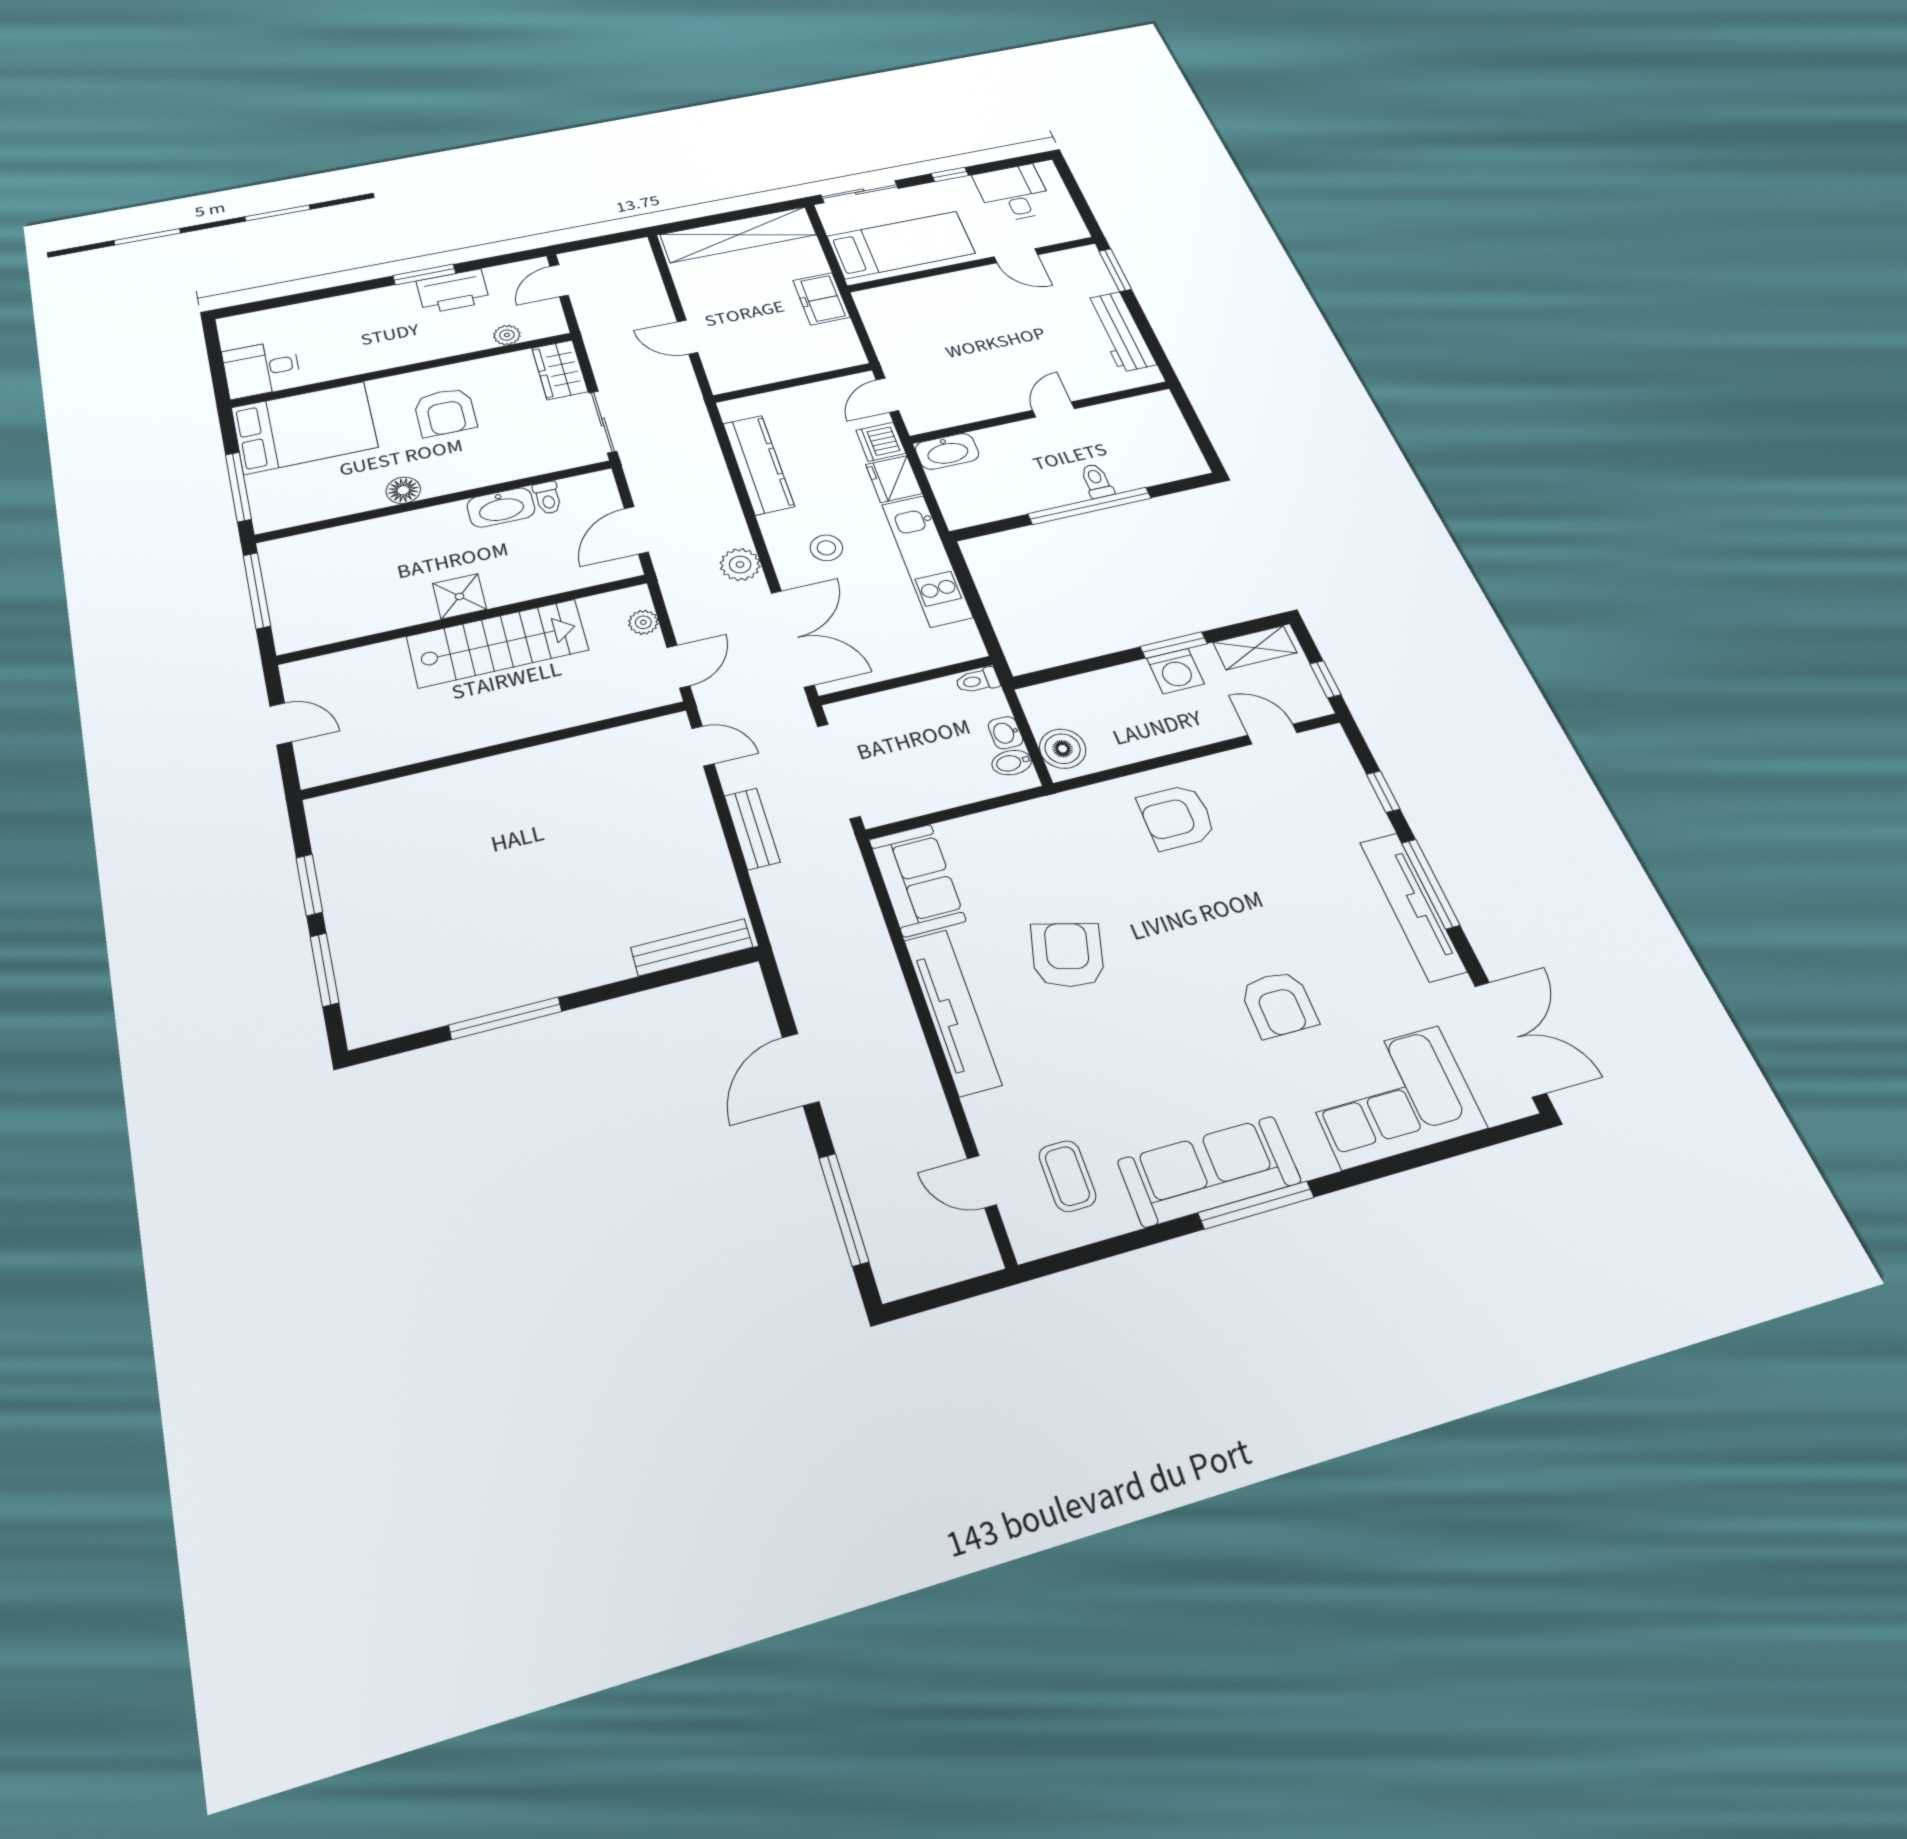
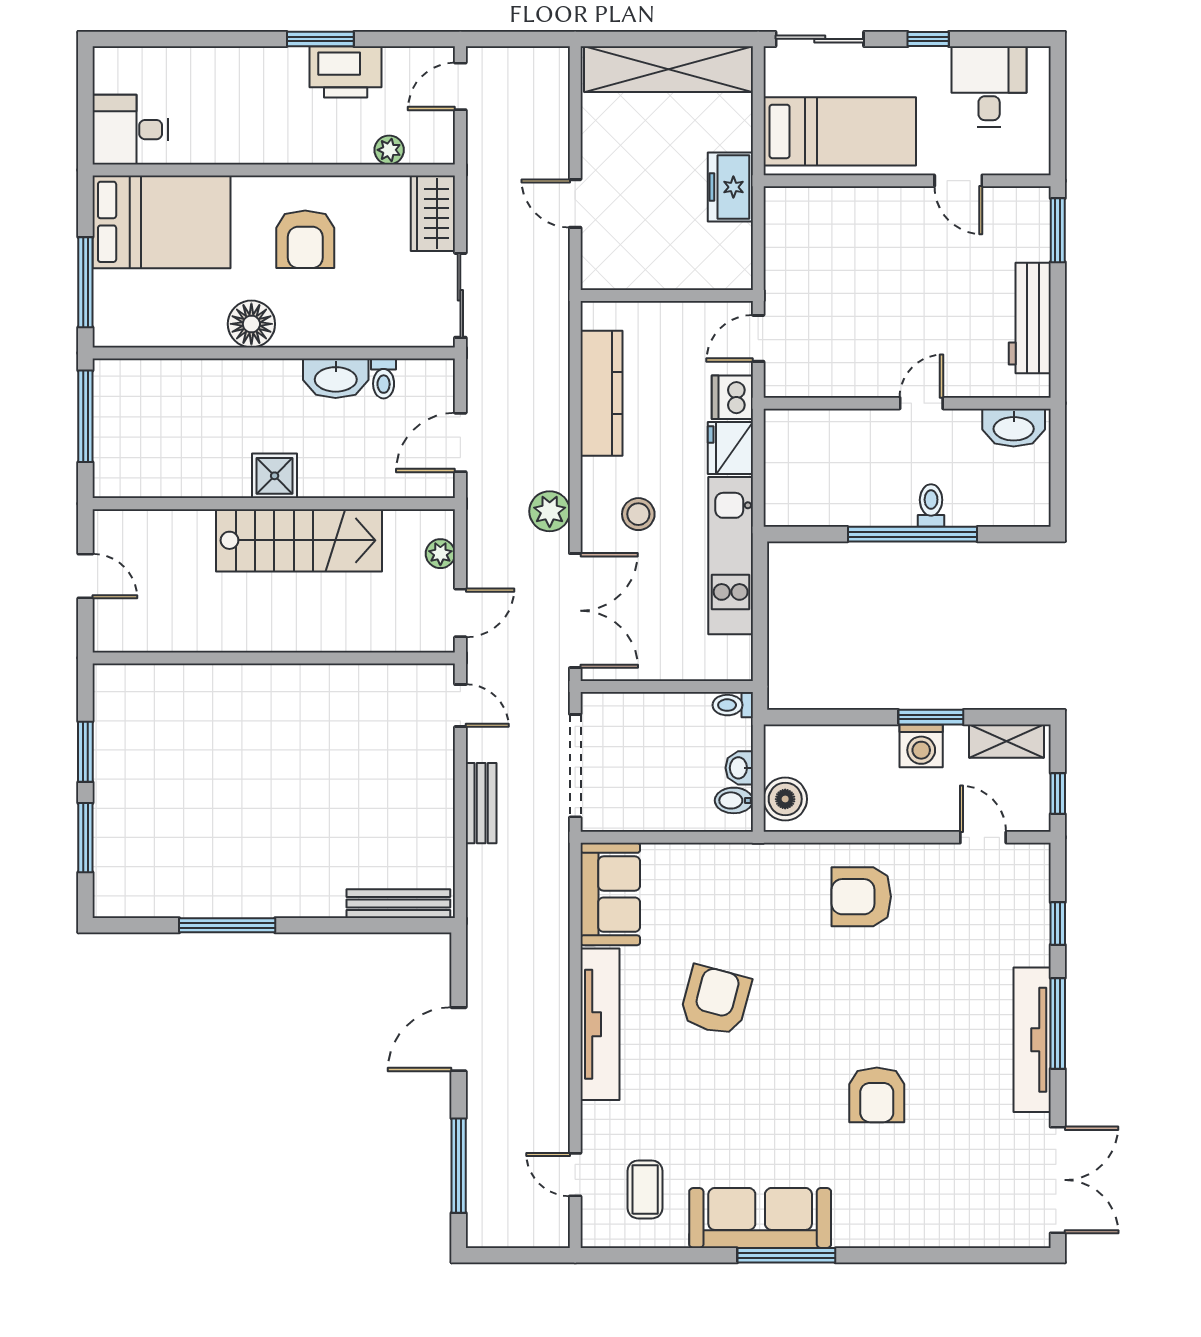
washbasin: (947, 451) -> (1014, 428), moved
floor lamp: (403, 490) -> (251, 324), width x1.38, depth x1.38
corner sofa: (1391, 1097) -> (935, 1200), removed

